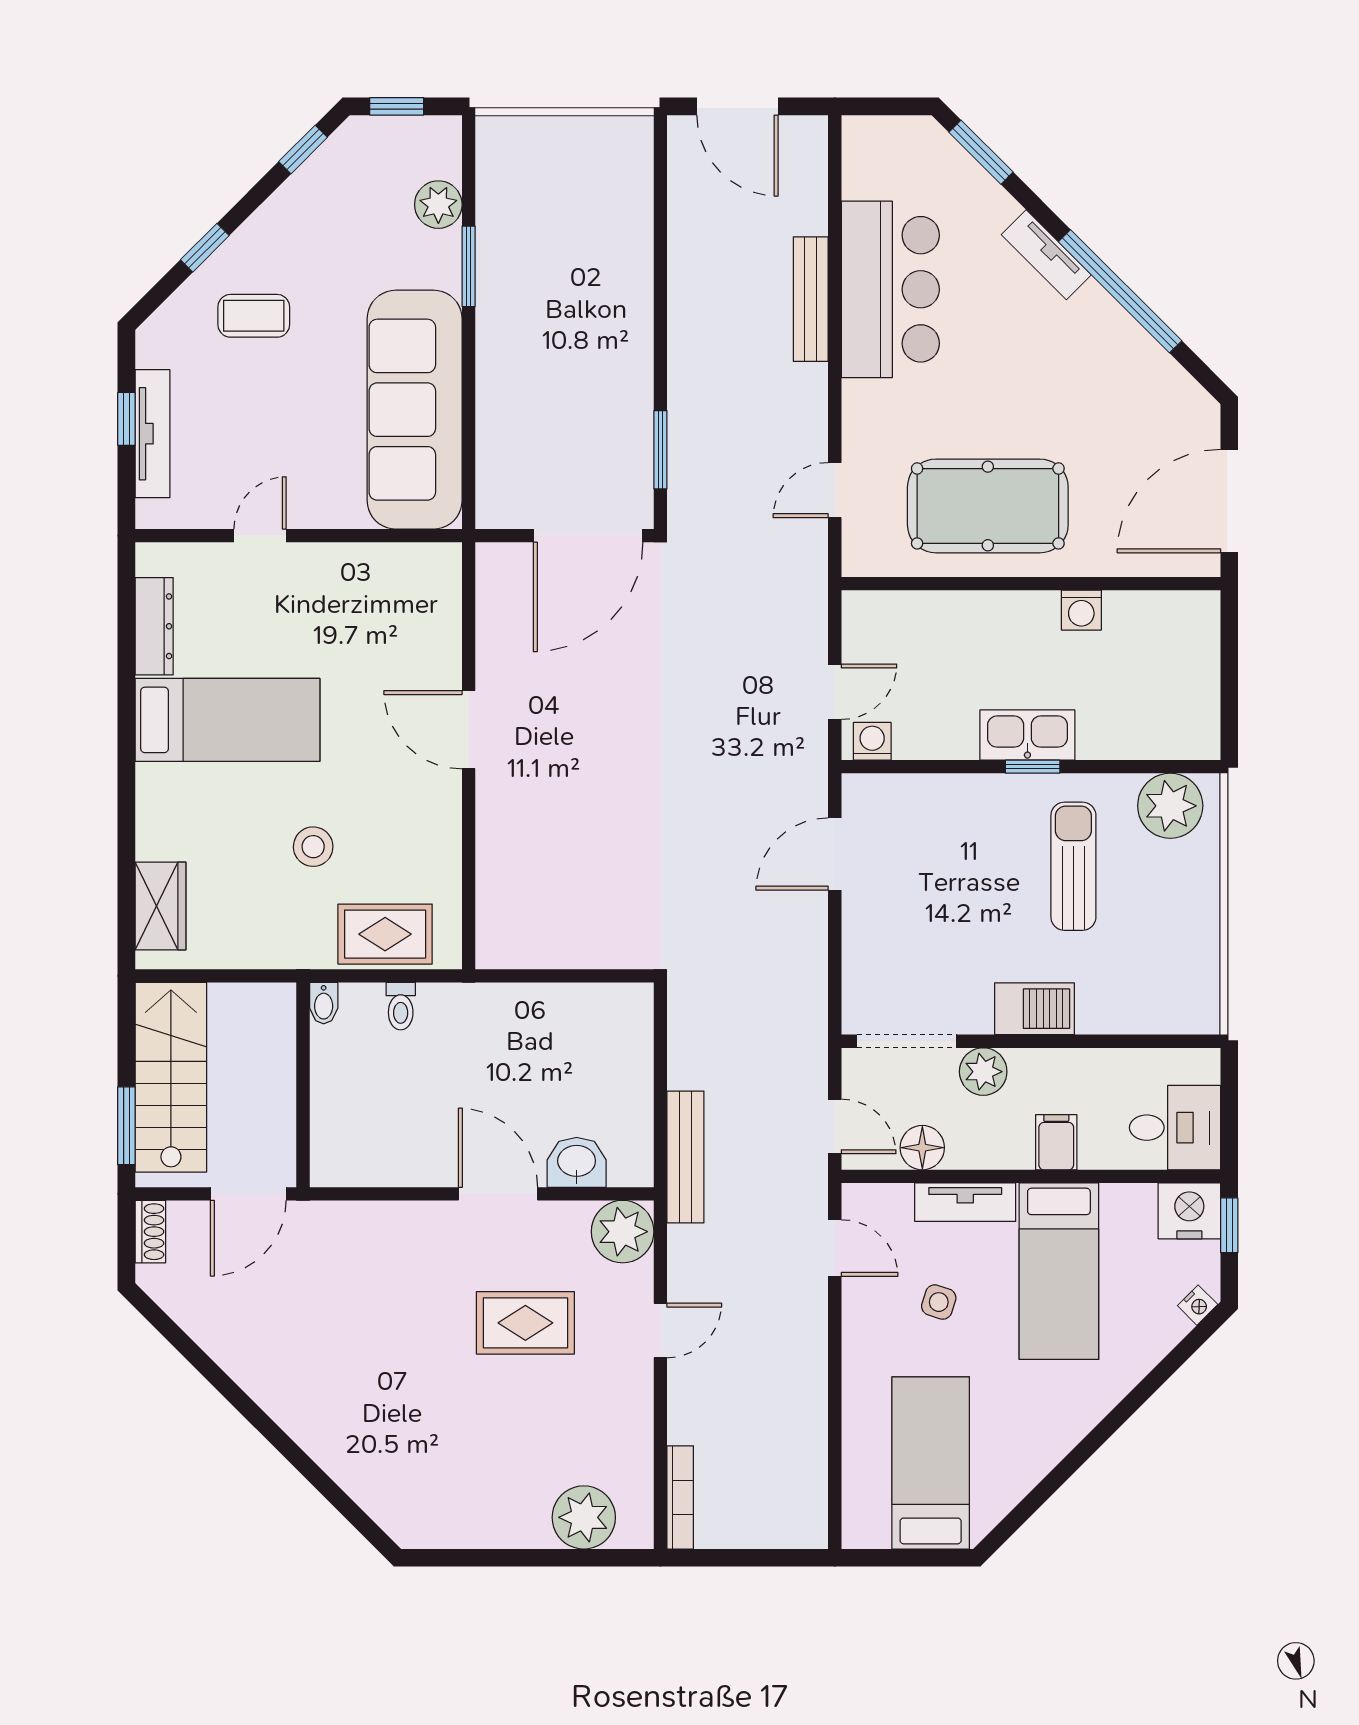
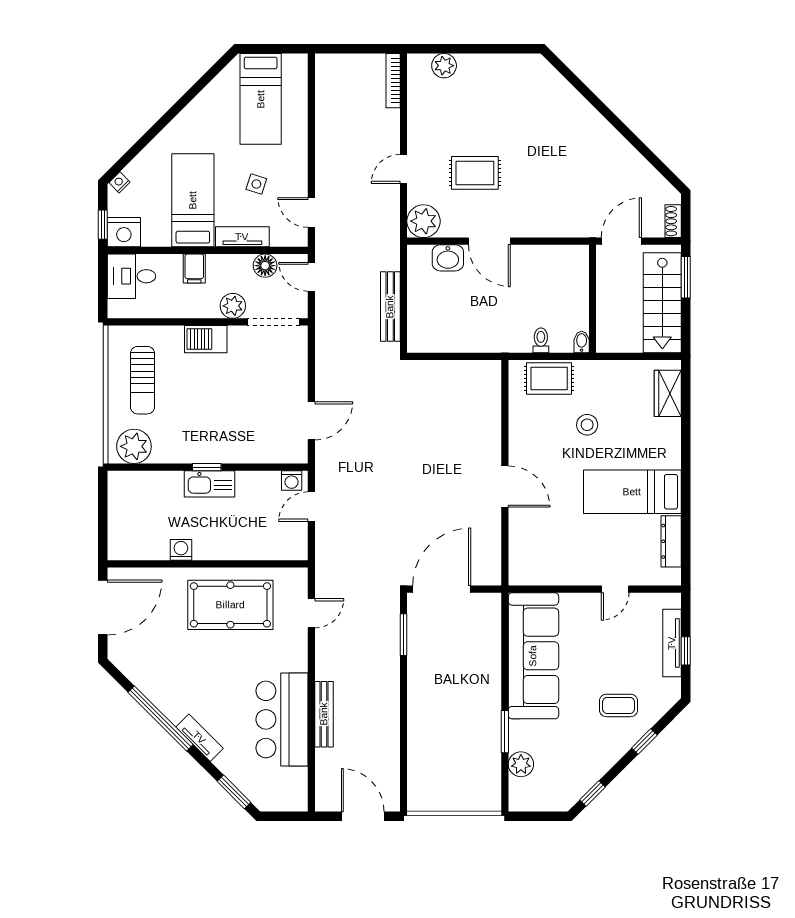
window: (397, 106) -> (543, 816), removed
sun lounger: (1073, 866) -> (143, 380), moved
bench: (685, 1157) -> (390, 307), moved
plant: (584, 1517) -> (444, 66), width x0.73, depth x0.73

